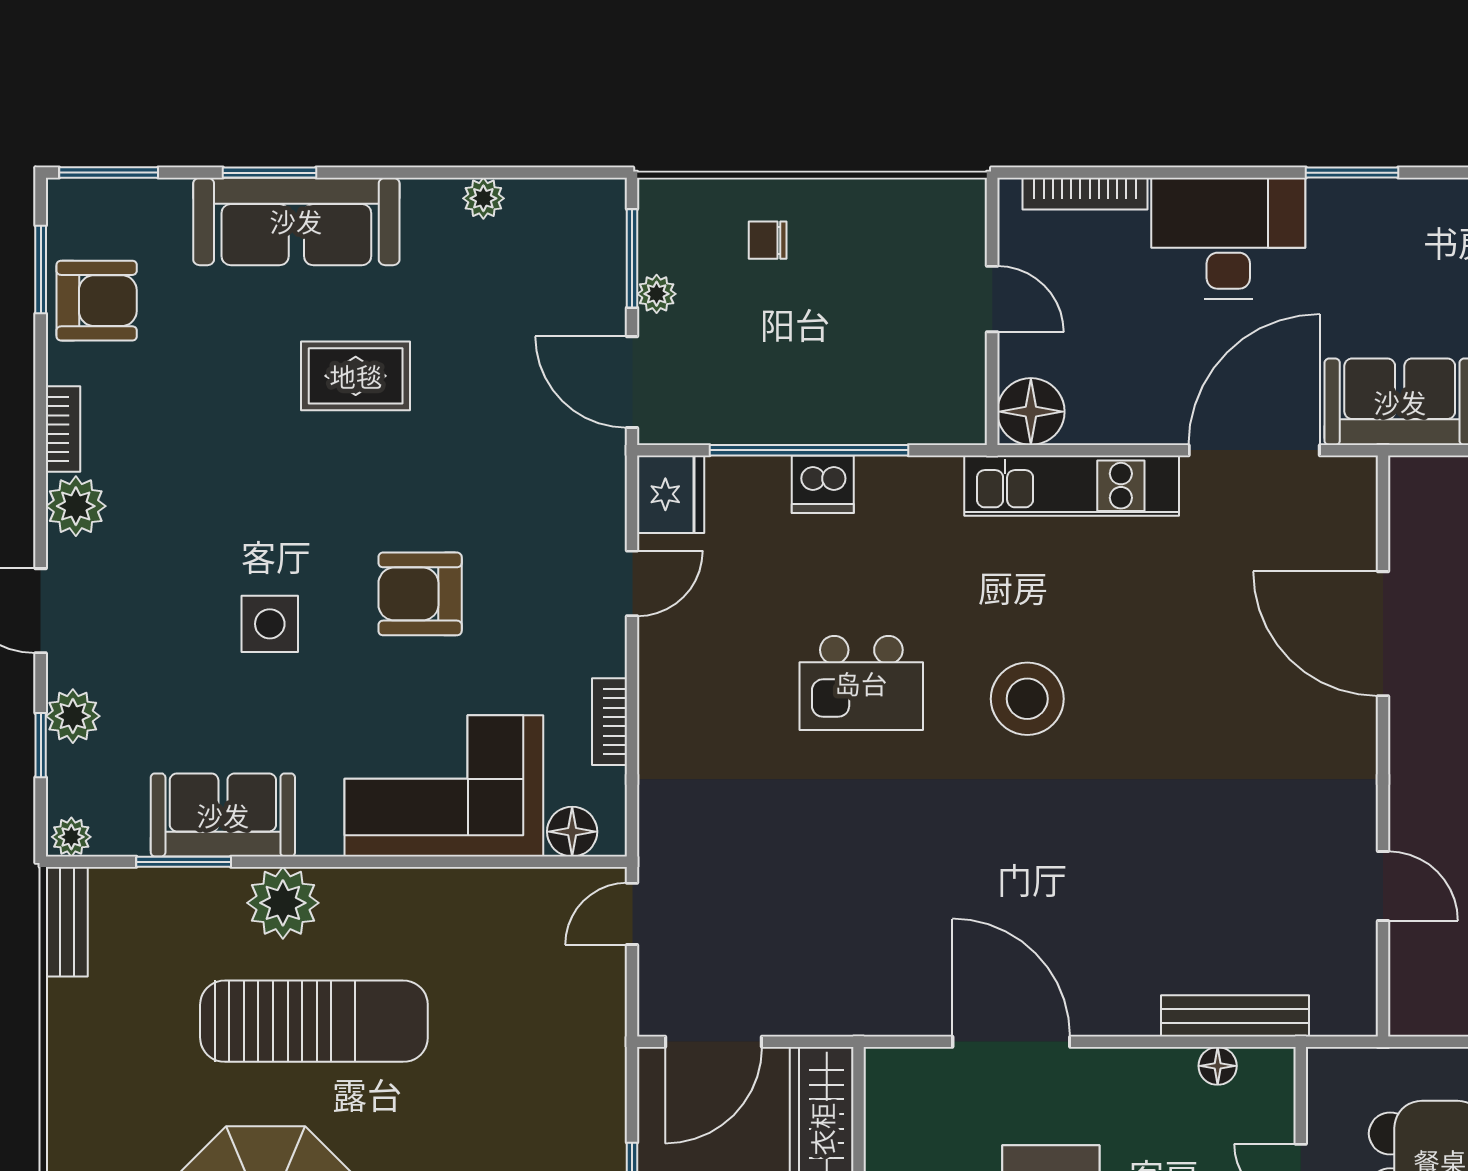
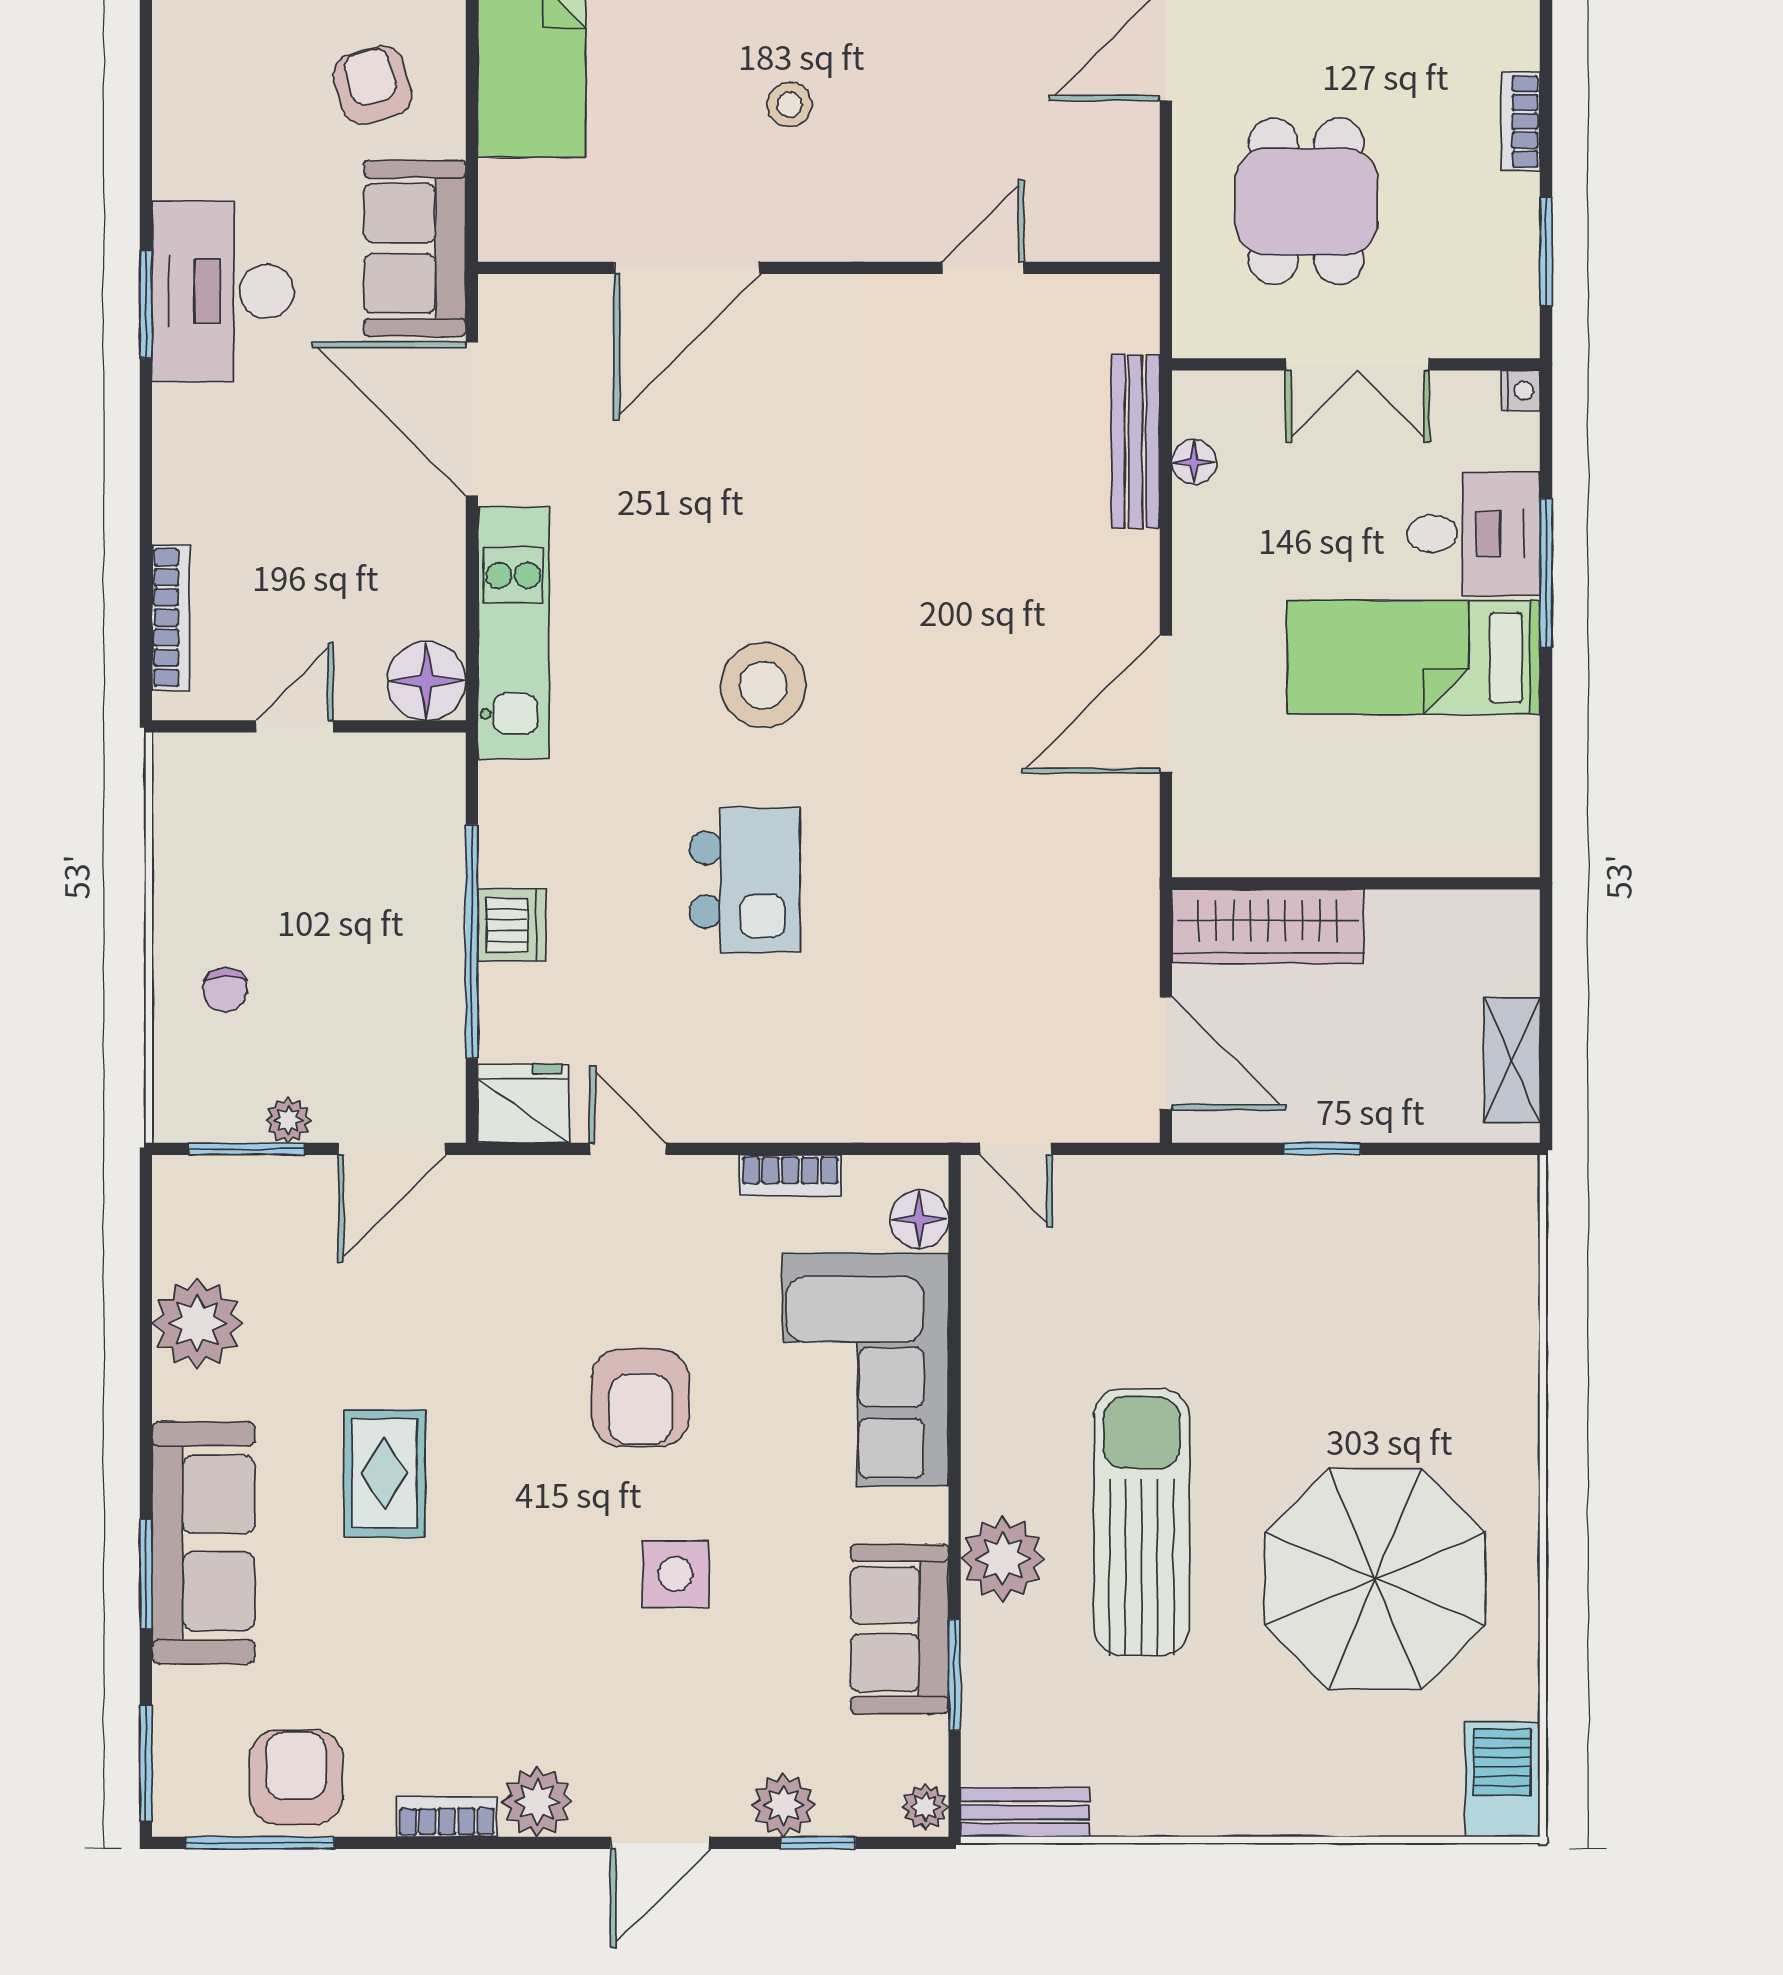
plant: (483, 198) -> (197, 1323), width x1.88, depth x1.88
desk: (1228, 238) -> (223, 291), moved
window: (41, 270) -> (260, 1843), width x1.44

